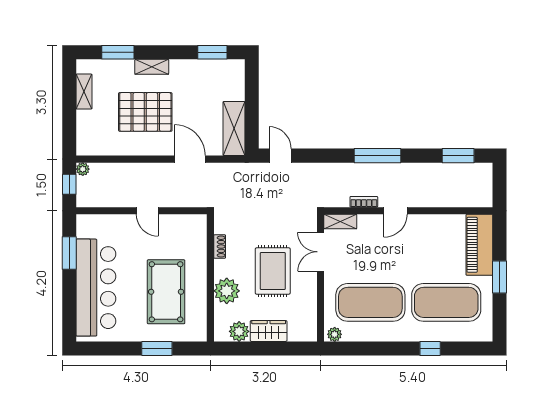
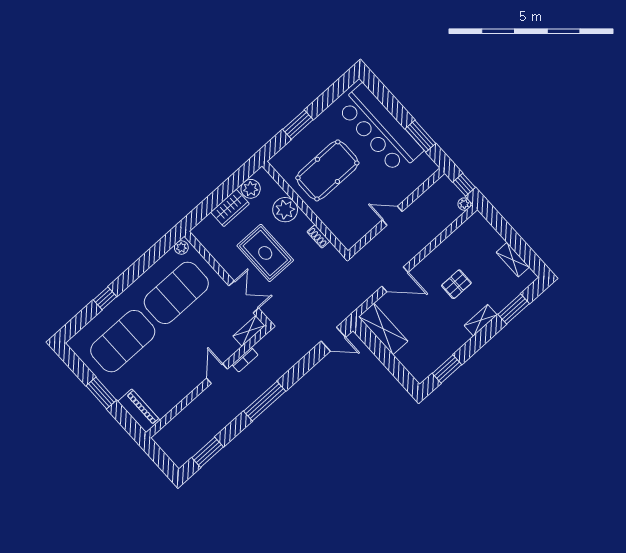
pallet: (145, 112) -> (456, 284), width x0.49, depth x0.50
piano: (479, 245) -> (139, 411), width x0.73, depth x0.75
pool table: (166, 292) -> (327, 170), turned 90

